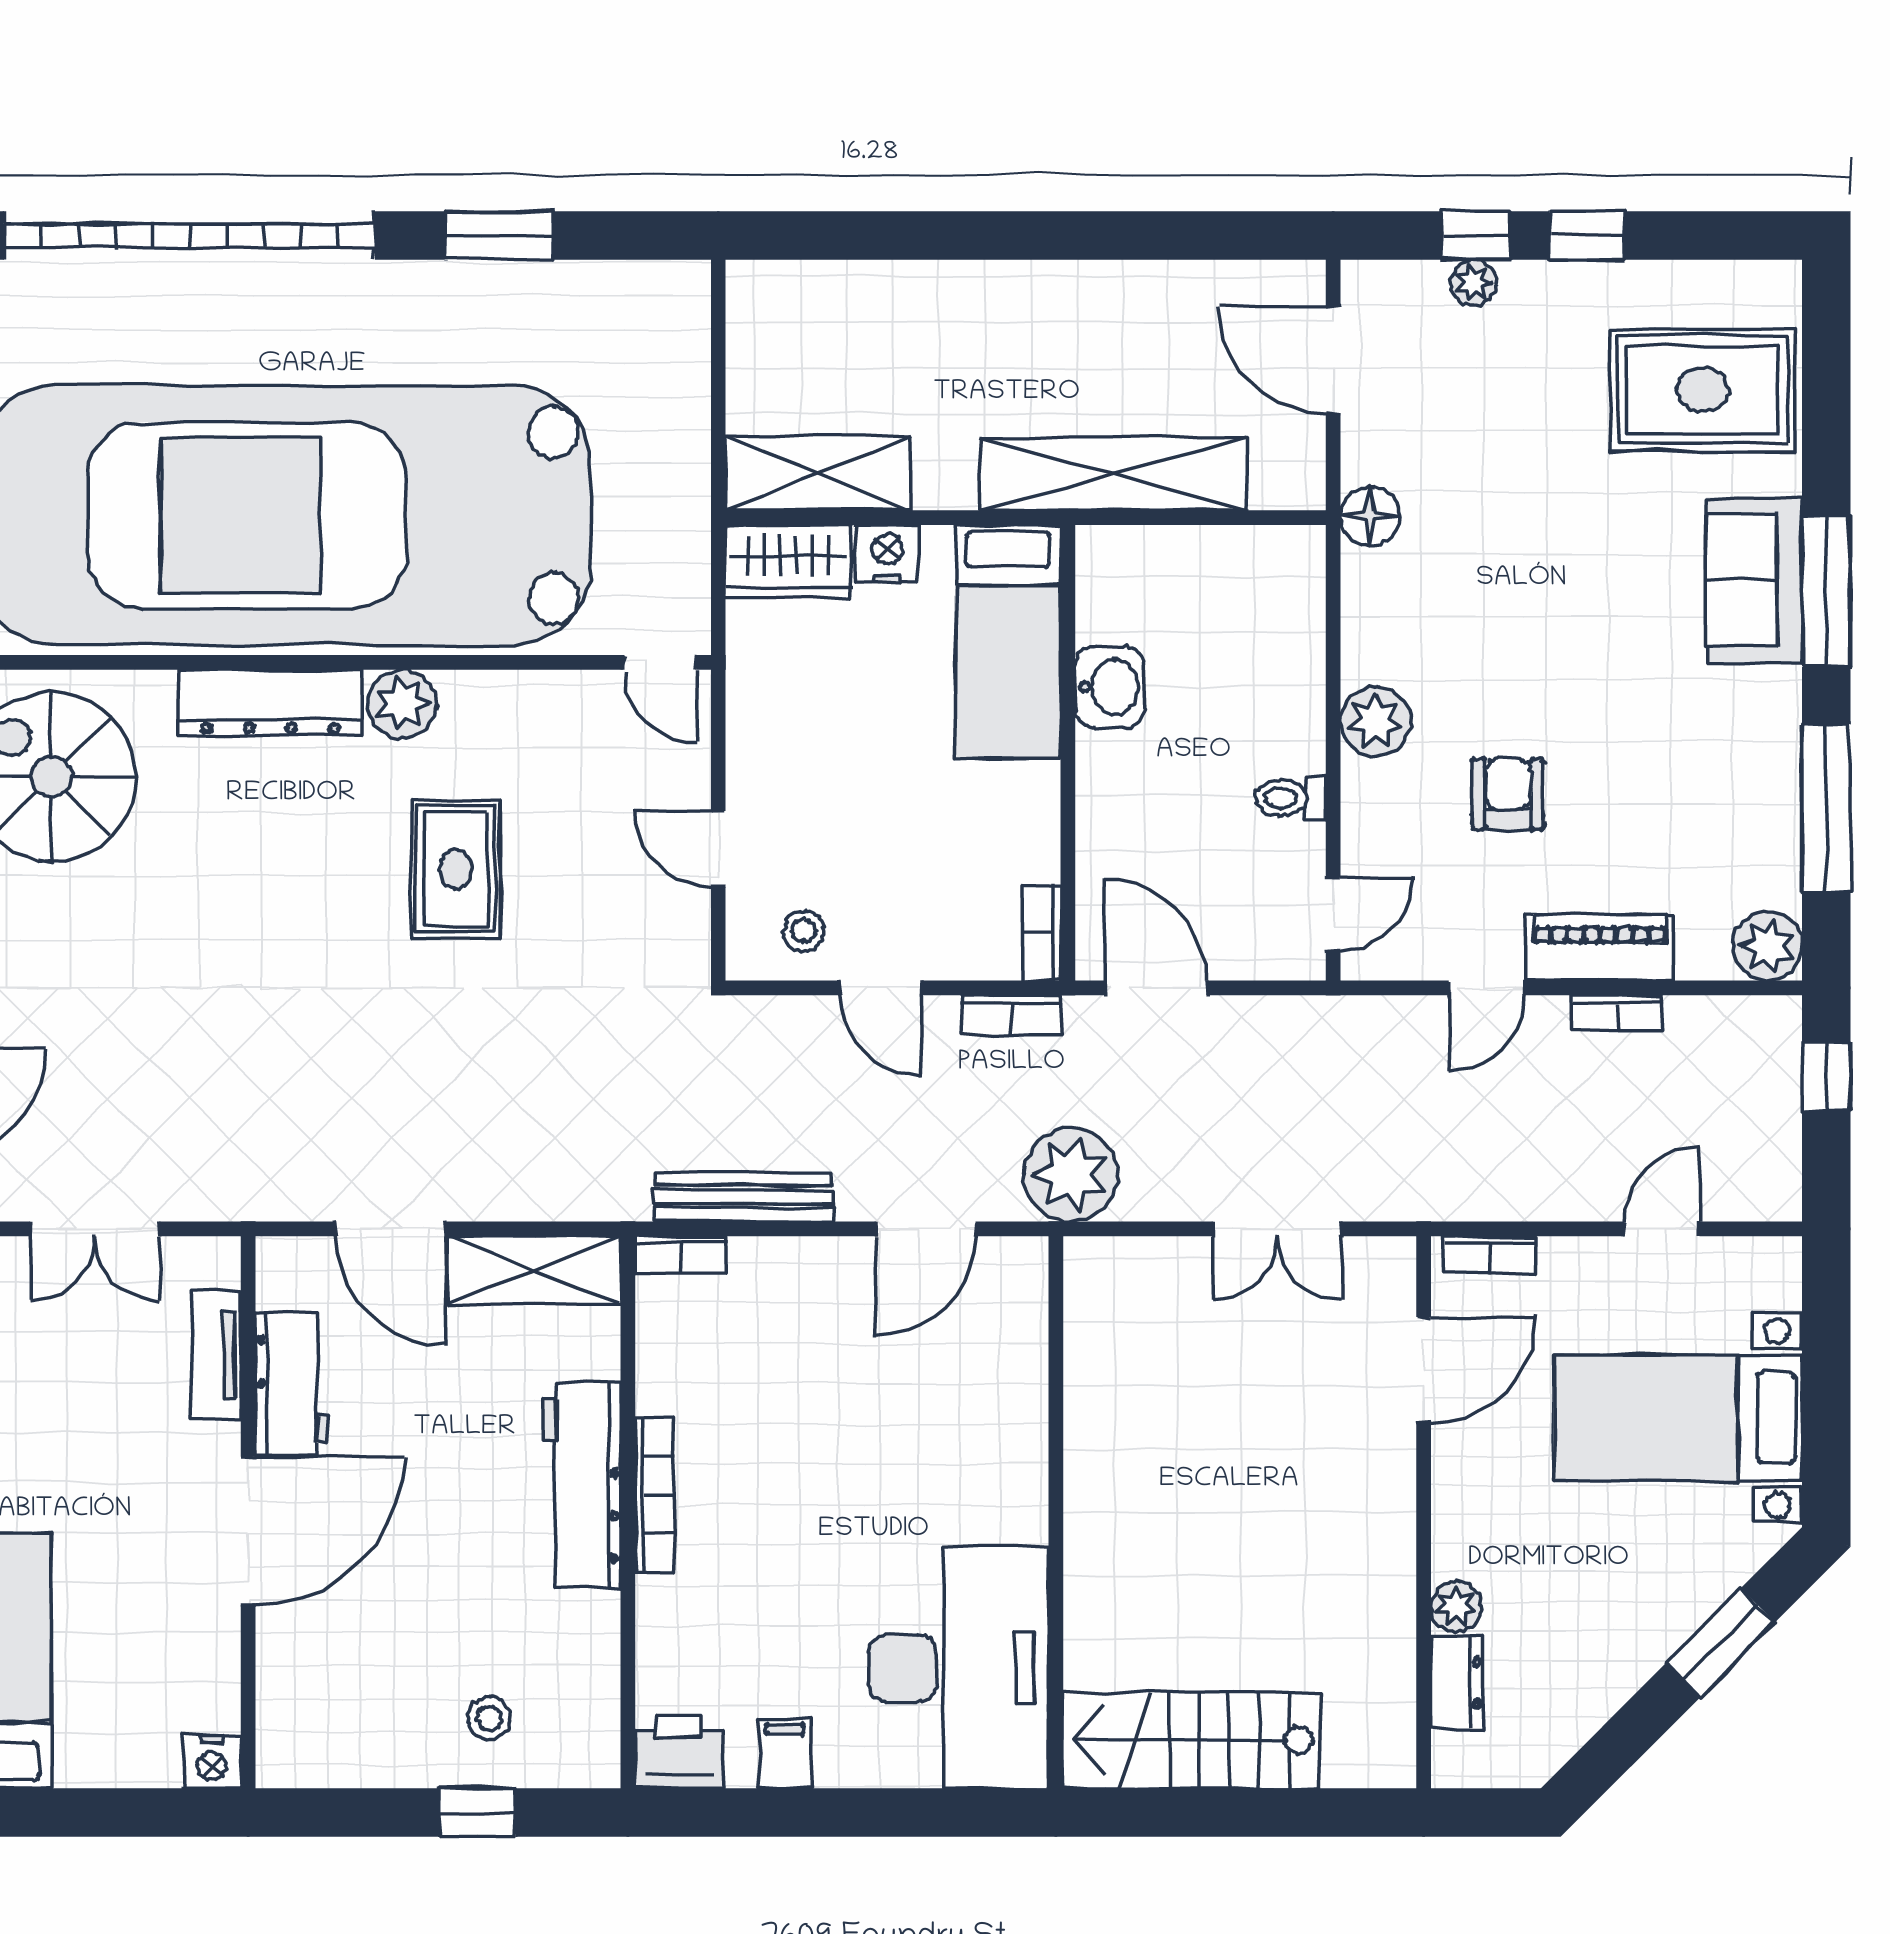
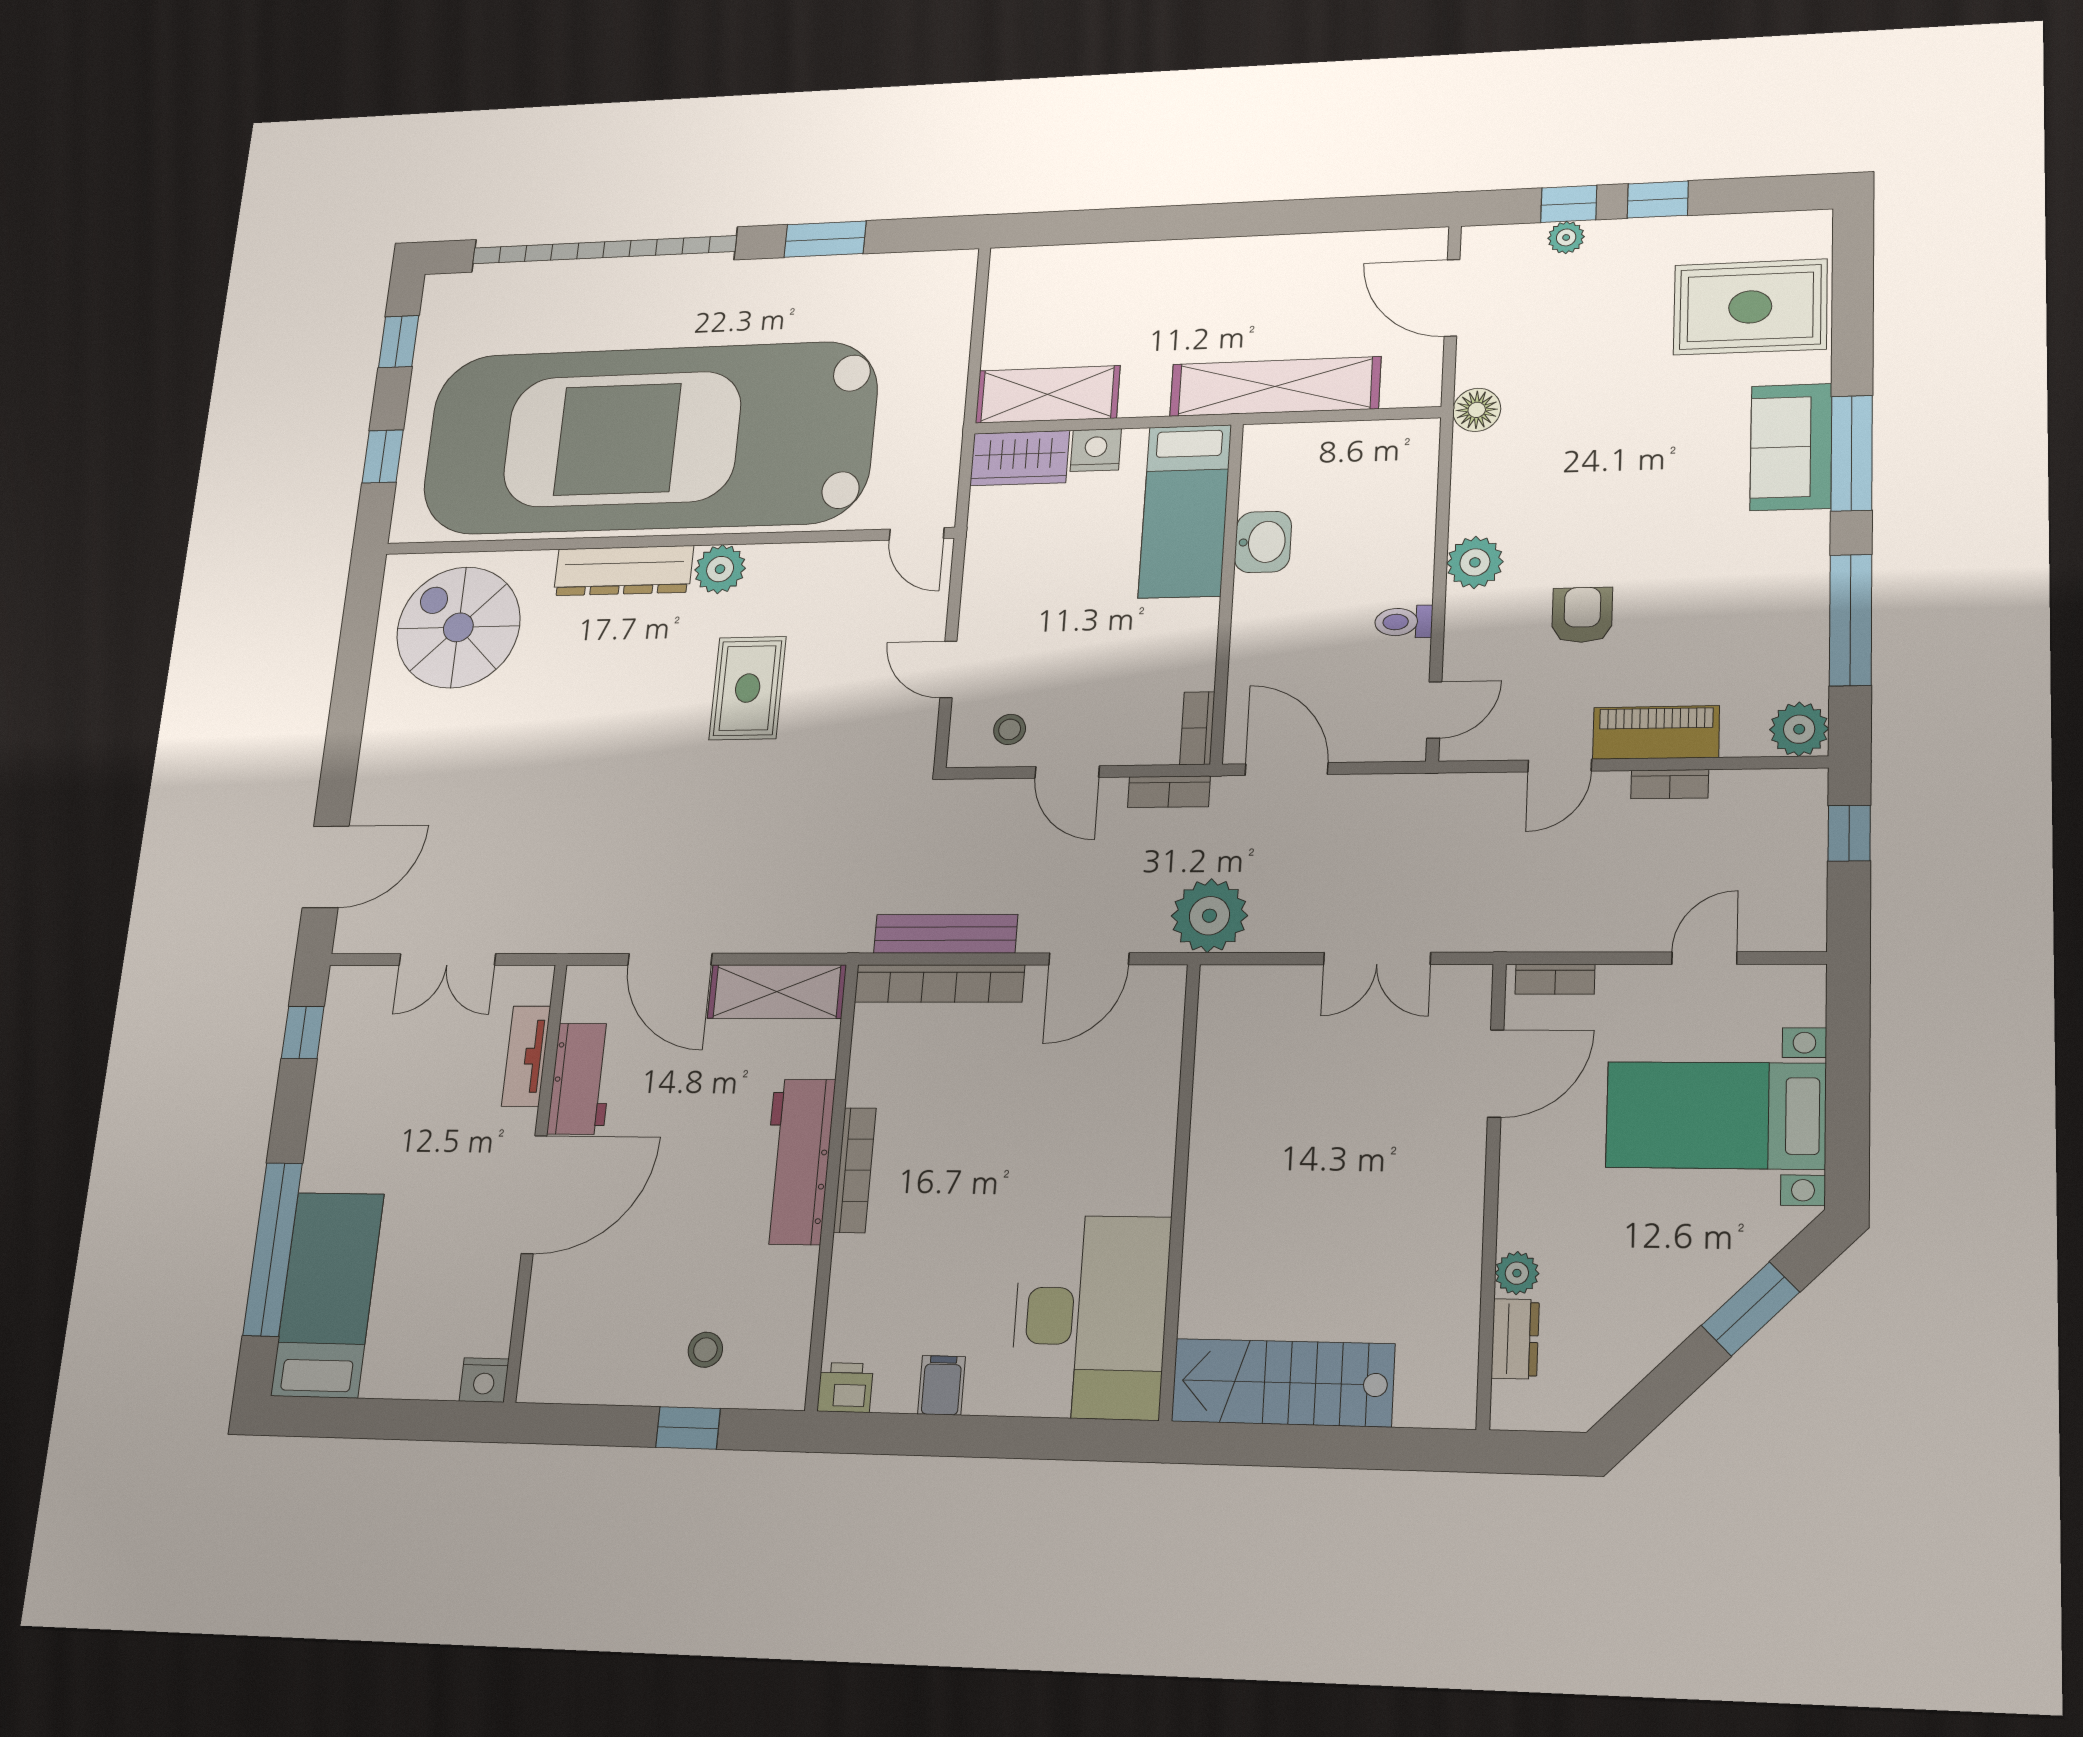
bookcase: (681, 1254) -> (939, 983), width x2.31, depth x1.31
printer: (679, 1752) -> (845, 1387), width x0.73, depth x0.81

